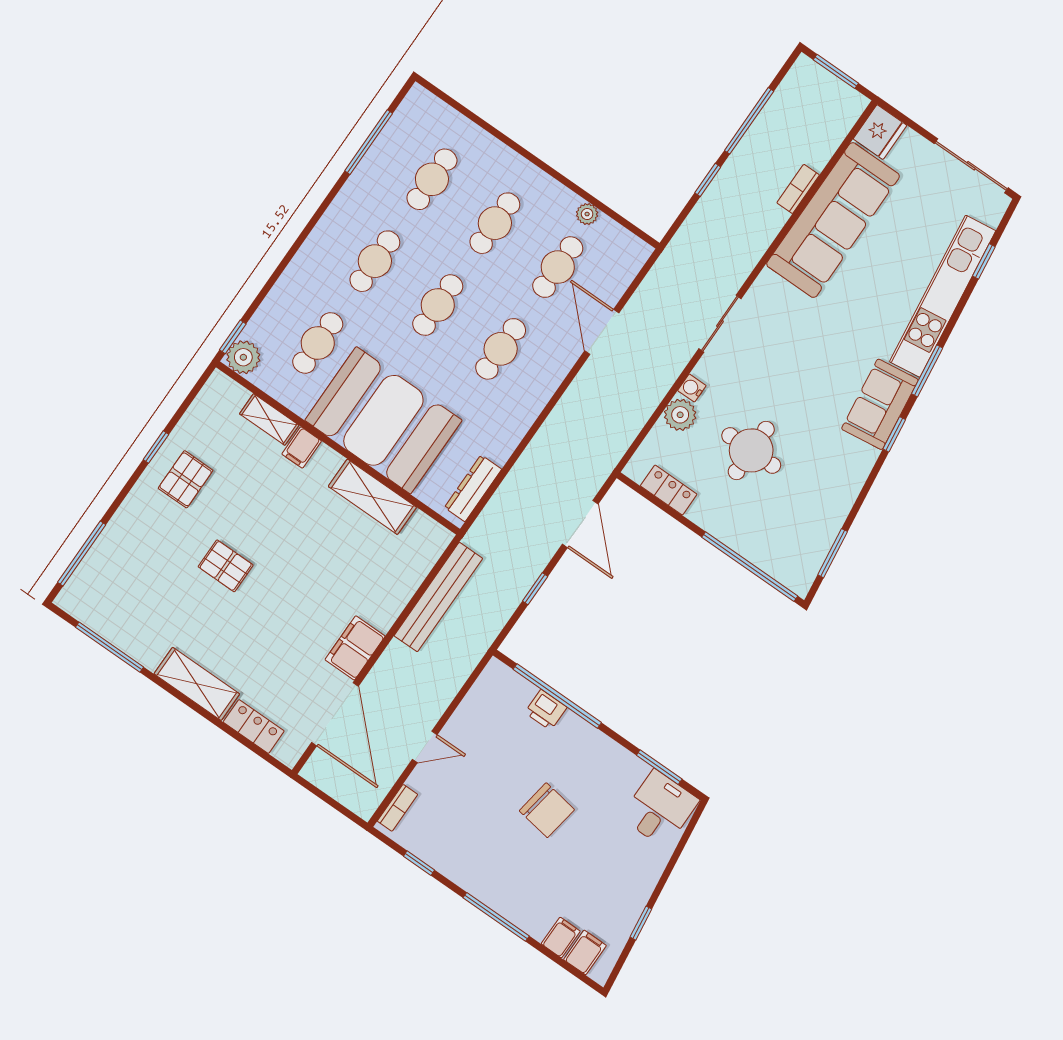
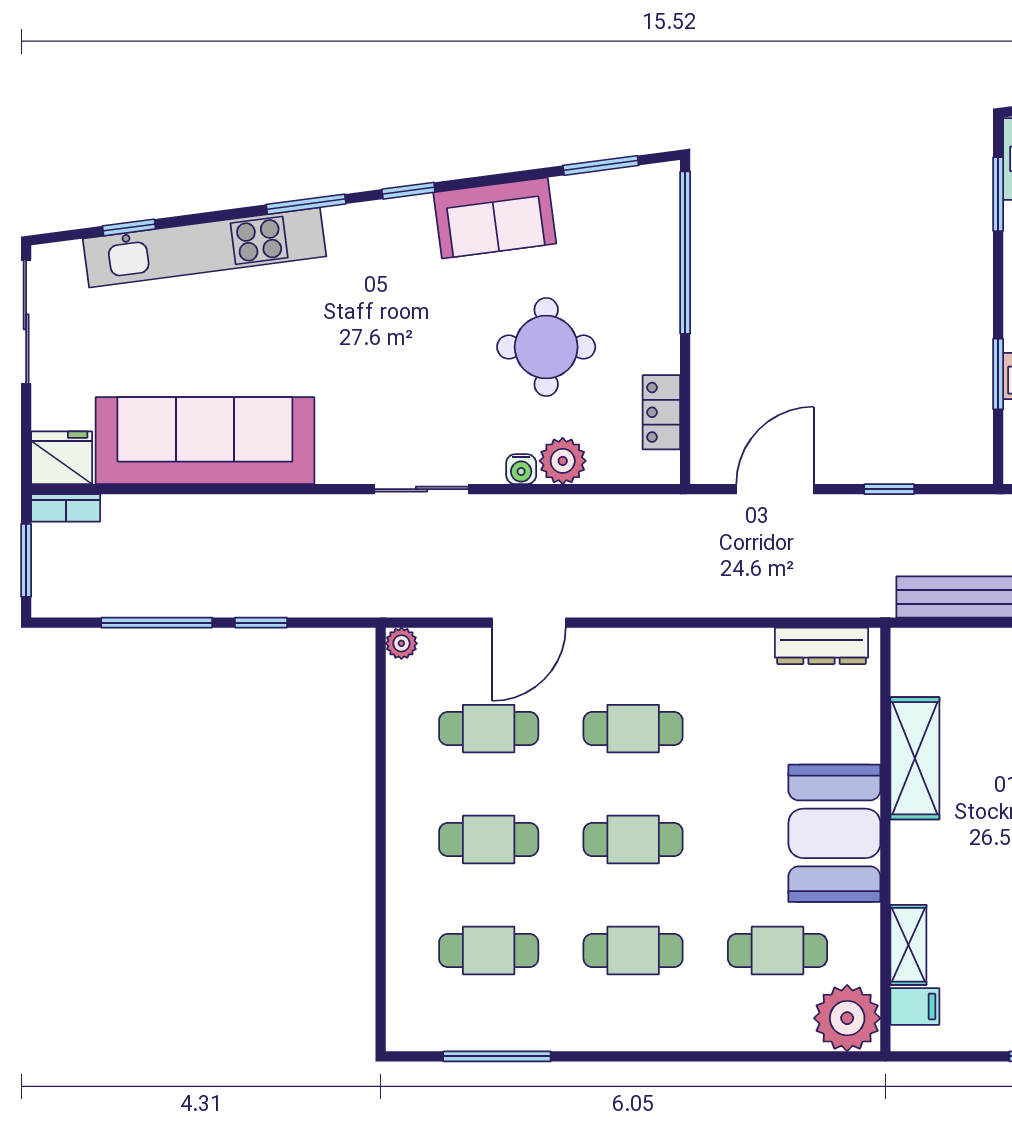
bookcase: (798, 189) -> (66, 508), moved
plant: (587, 214) -> (401, 643), moved
window: (233, 337) -> (841, 1056), removed
plant: (243, 357) -> (847, 1018), width x1.36, depth x1.36
sofa: (880, 404) -> (495, 218), moved
booth: (383, 420) -> (834, 833), width x0.73, depth x0.70
filing cabinet: (302, 447) -> (915, 1006), moved
window: (557, 696) -> (998, 374), width x0.47

